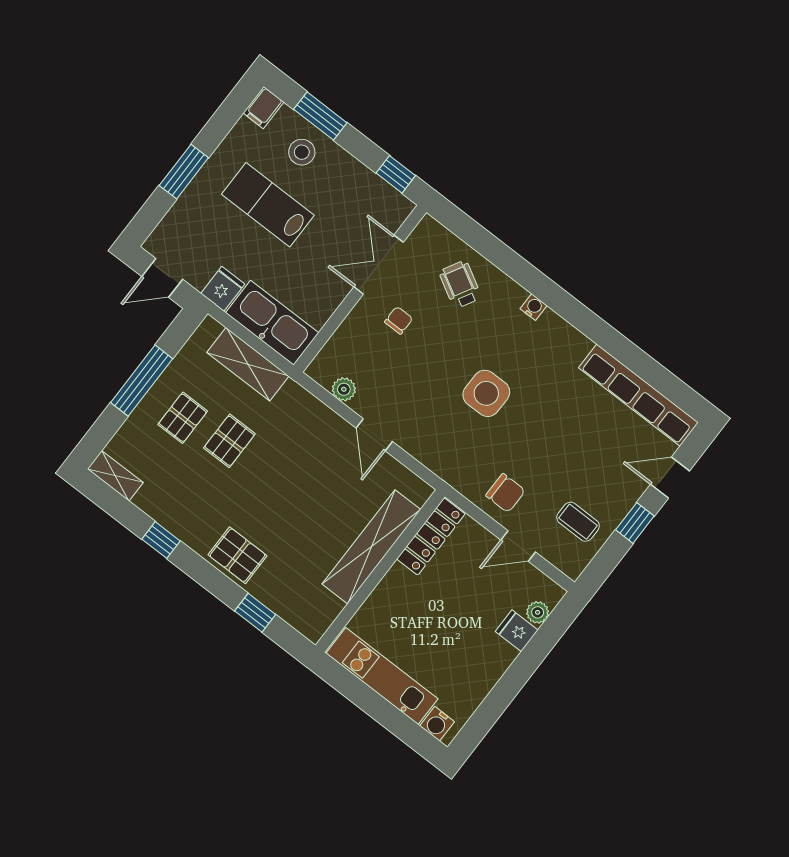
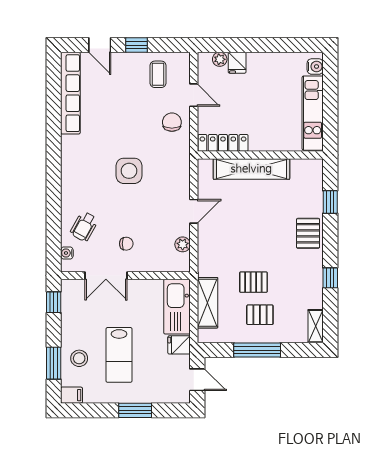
water cooler: (534, 307) -> (67, 253), moved
chair: (399, 320) -> (126, 244), turned 180

